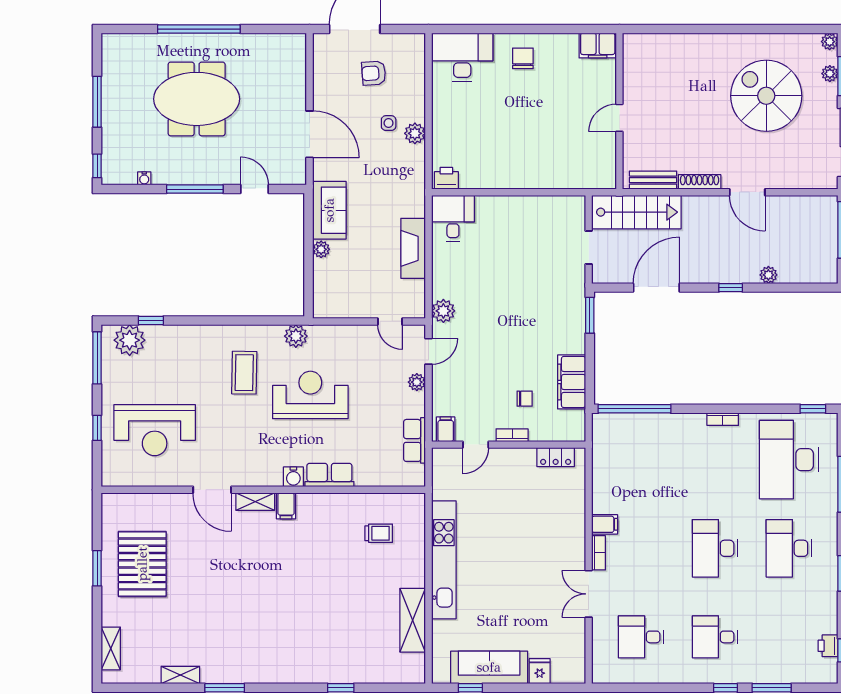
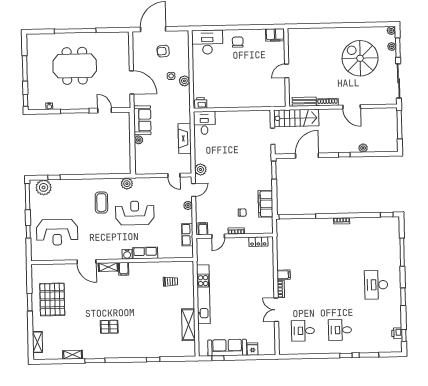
desk: (789, 460) -> (375, 240), removed
desk: (715, 548) -> (339, 286), removed
pallet: (255, 621) -> (109, 327), added

